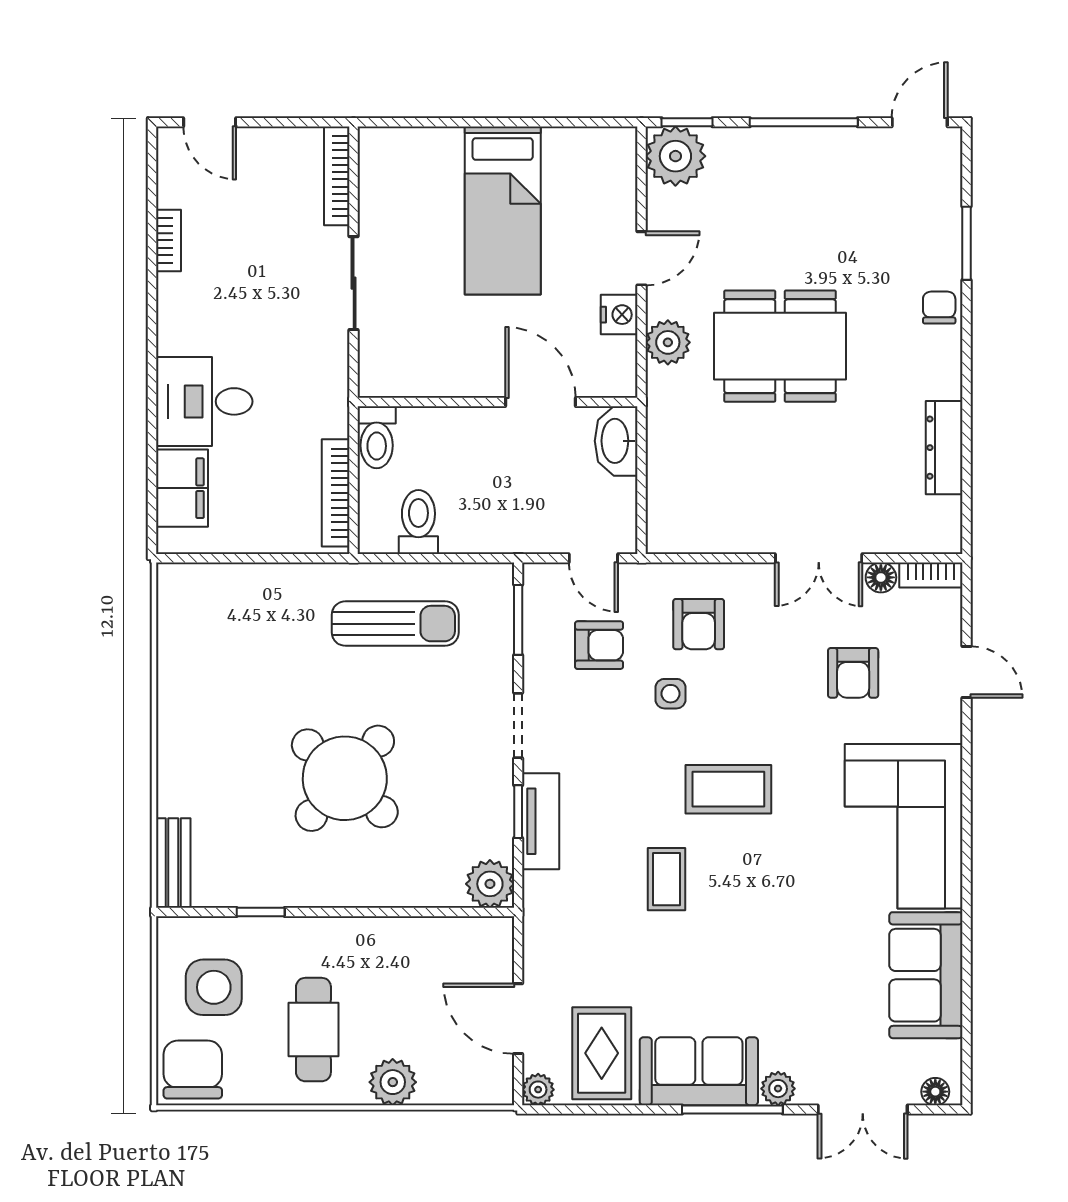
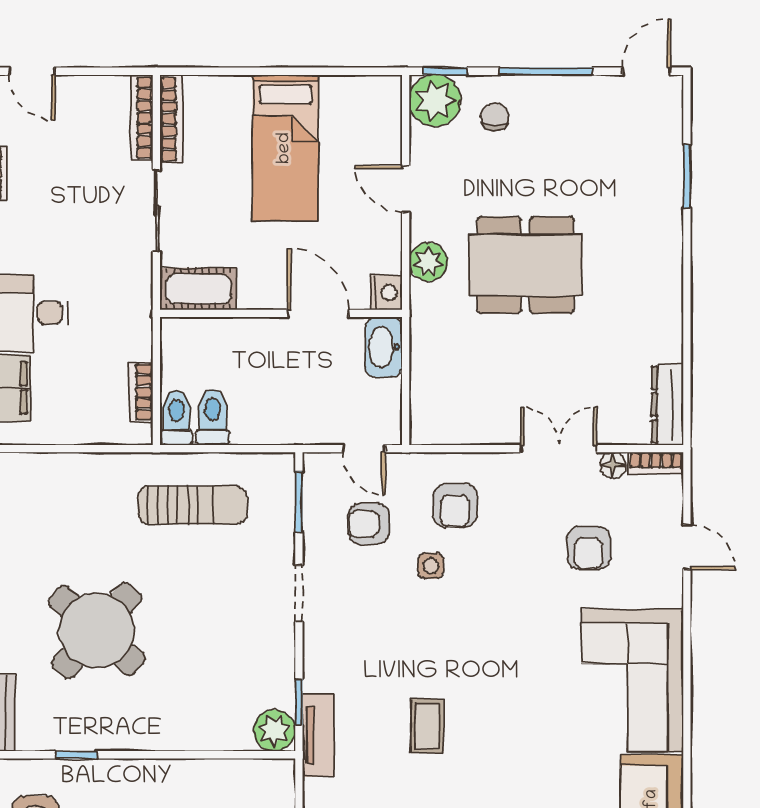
bookcase: (371, 177) -> (171, 119), added
door: (642, 258) -> (406, 189), swing flipped
chair: (939, 308) -> (495, 117), moved
nightstand: (619, 315) -> (386, 293), moved
cot: (402, 374) -> (198, 289), added
toilet: (377, 437) -> (176, 418), moved, turned 180
dresser: (944, 448) -> (667, 405), moved
bookcase: (336, 493) -> (141, 392), width x0.64
double door: (819, 558) -> (559, 449), swing flipped
armchair: (599, 645) -> (369, 524), turned 180
round table: (345, 778) -> (97, 631), moved
coffee table: (728, 789) -> (481, 648), removed
window: (518, 812) -> (299, 702), moved
tv unit: (541, 821) -> (318, 735), moved

